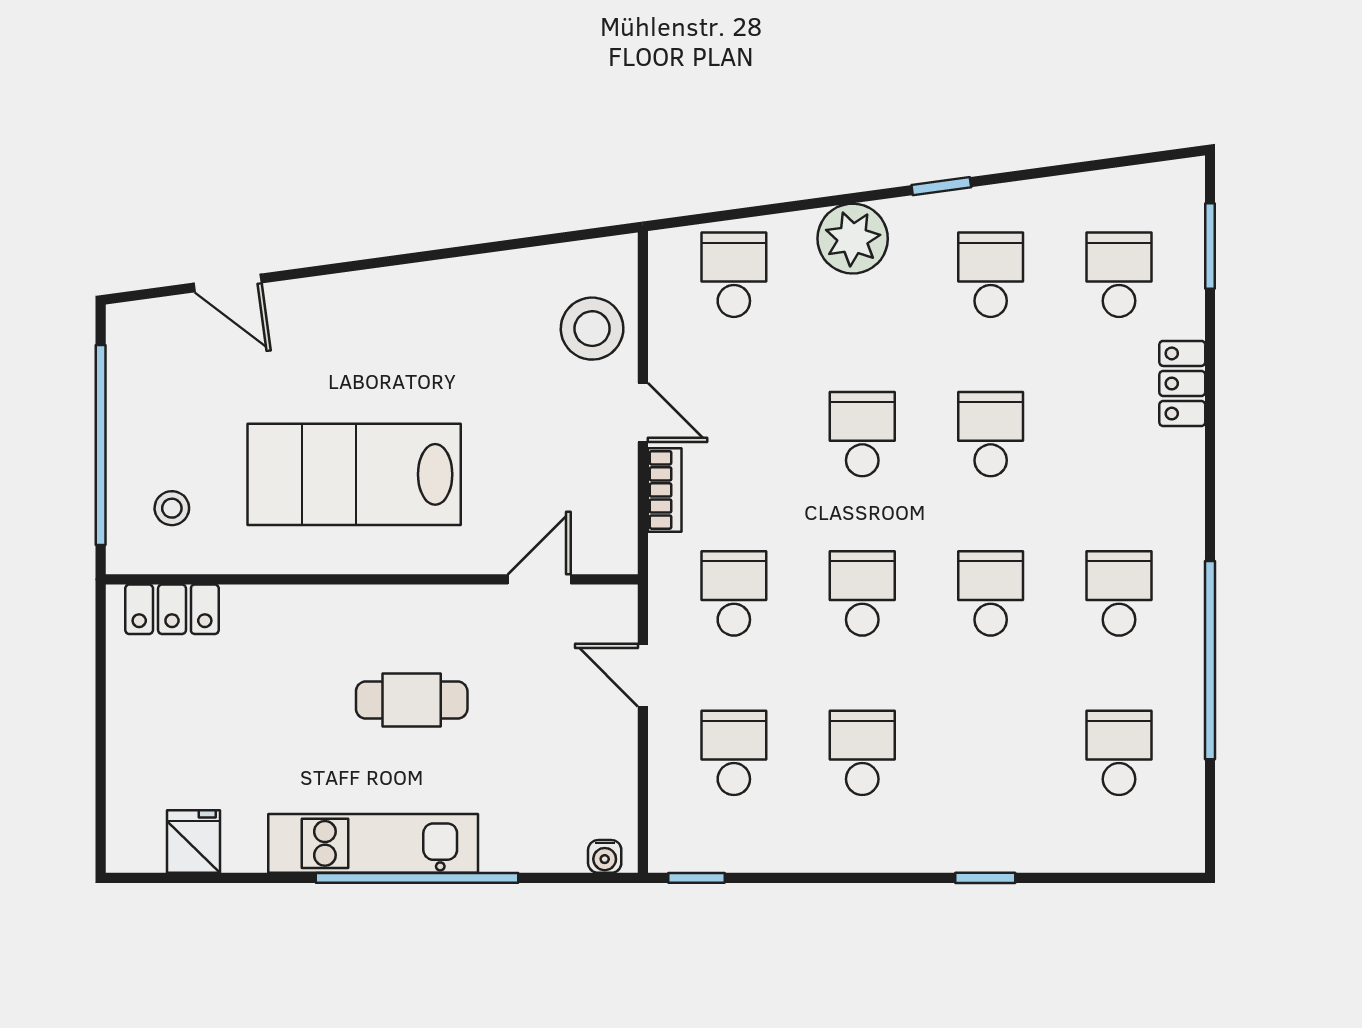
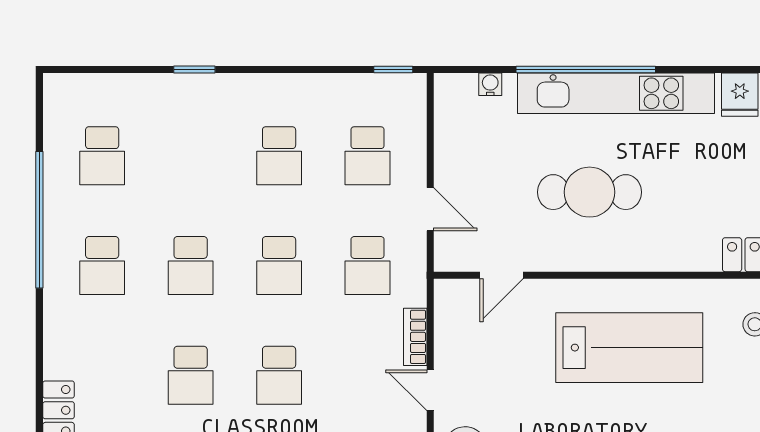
cafe table: (412, 700) -> (590, 192), width x1.37, depth x1.35
kitchen unit: (373, 843) -> (616, 93), width x1.36
water cooler: (605, 856) -> (490, 84), moved

